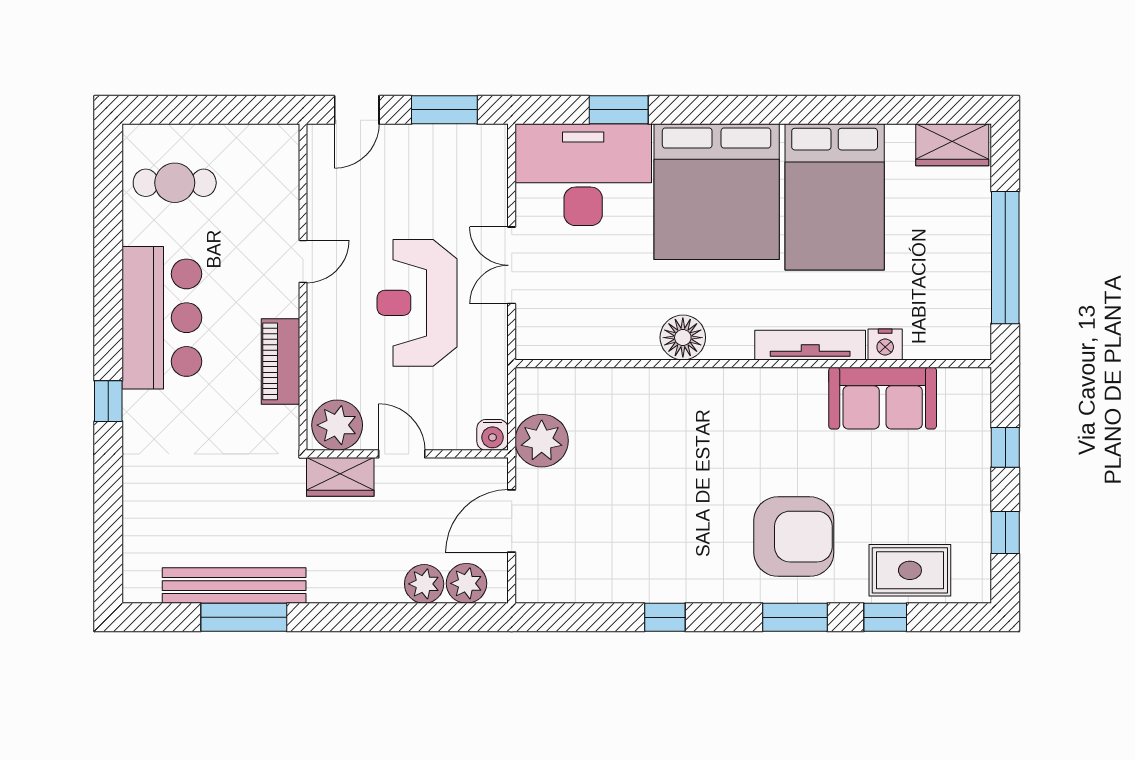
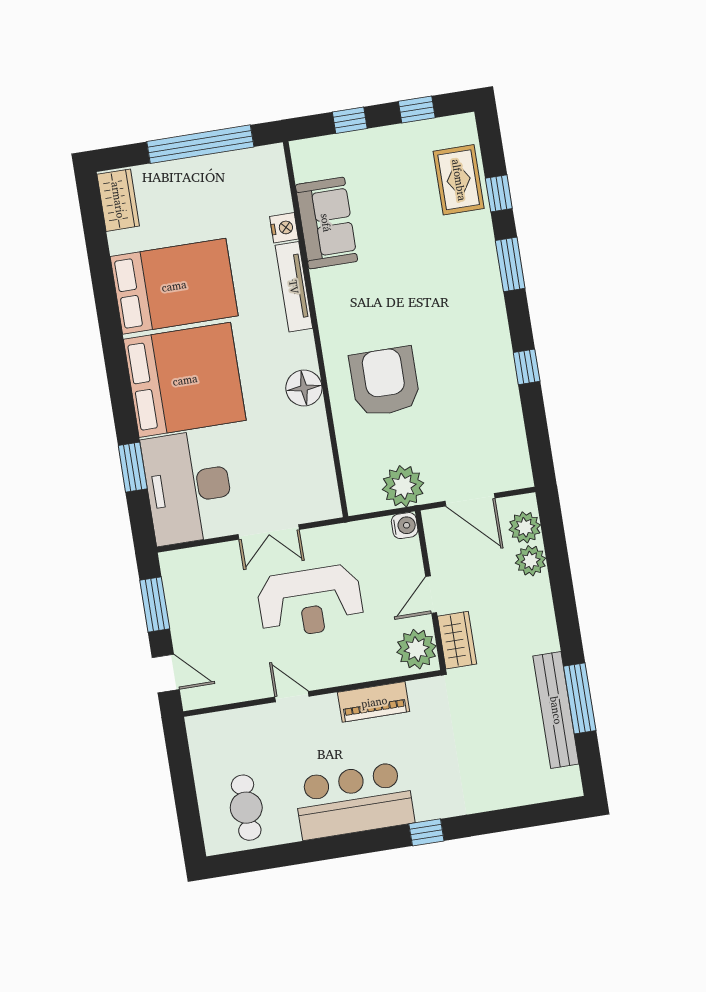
armchair: (794, 537) -> (385, 382), moved

